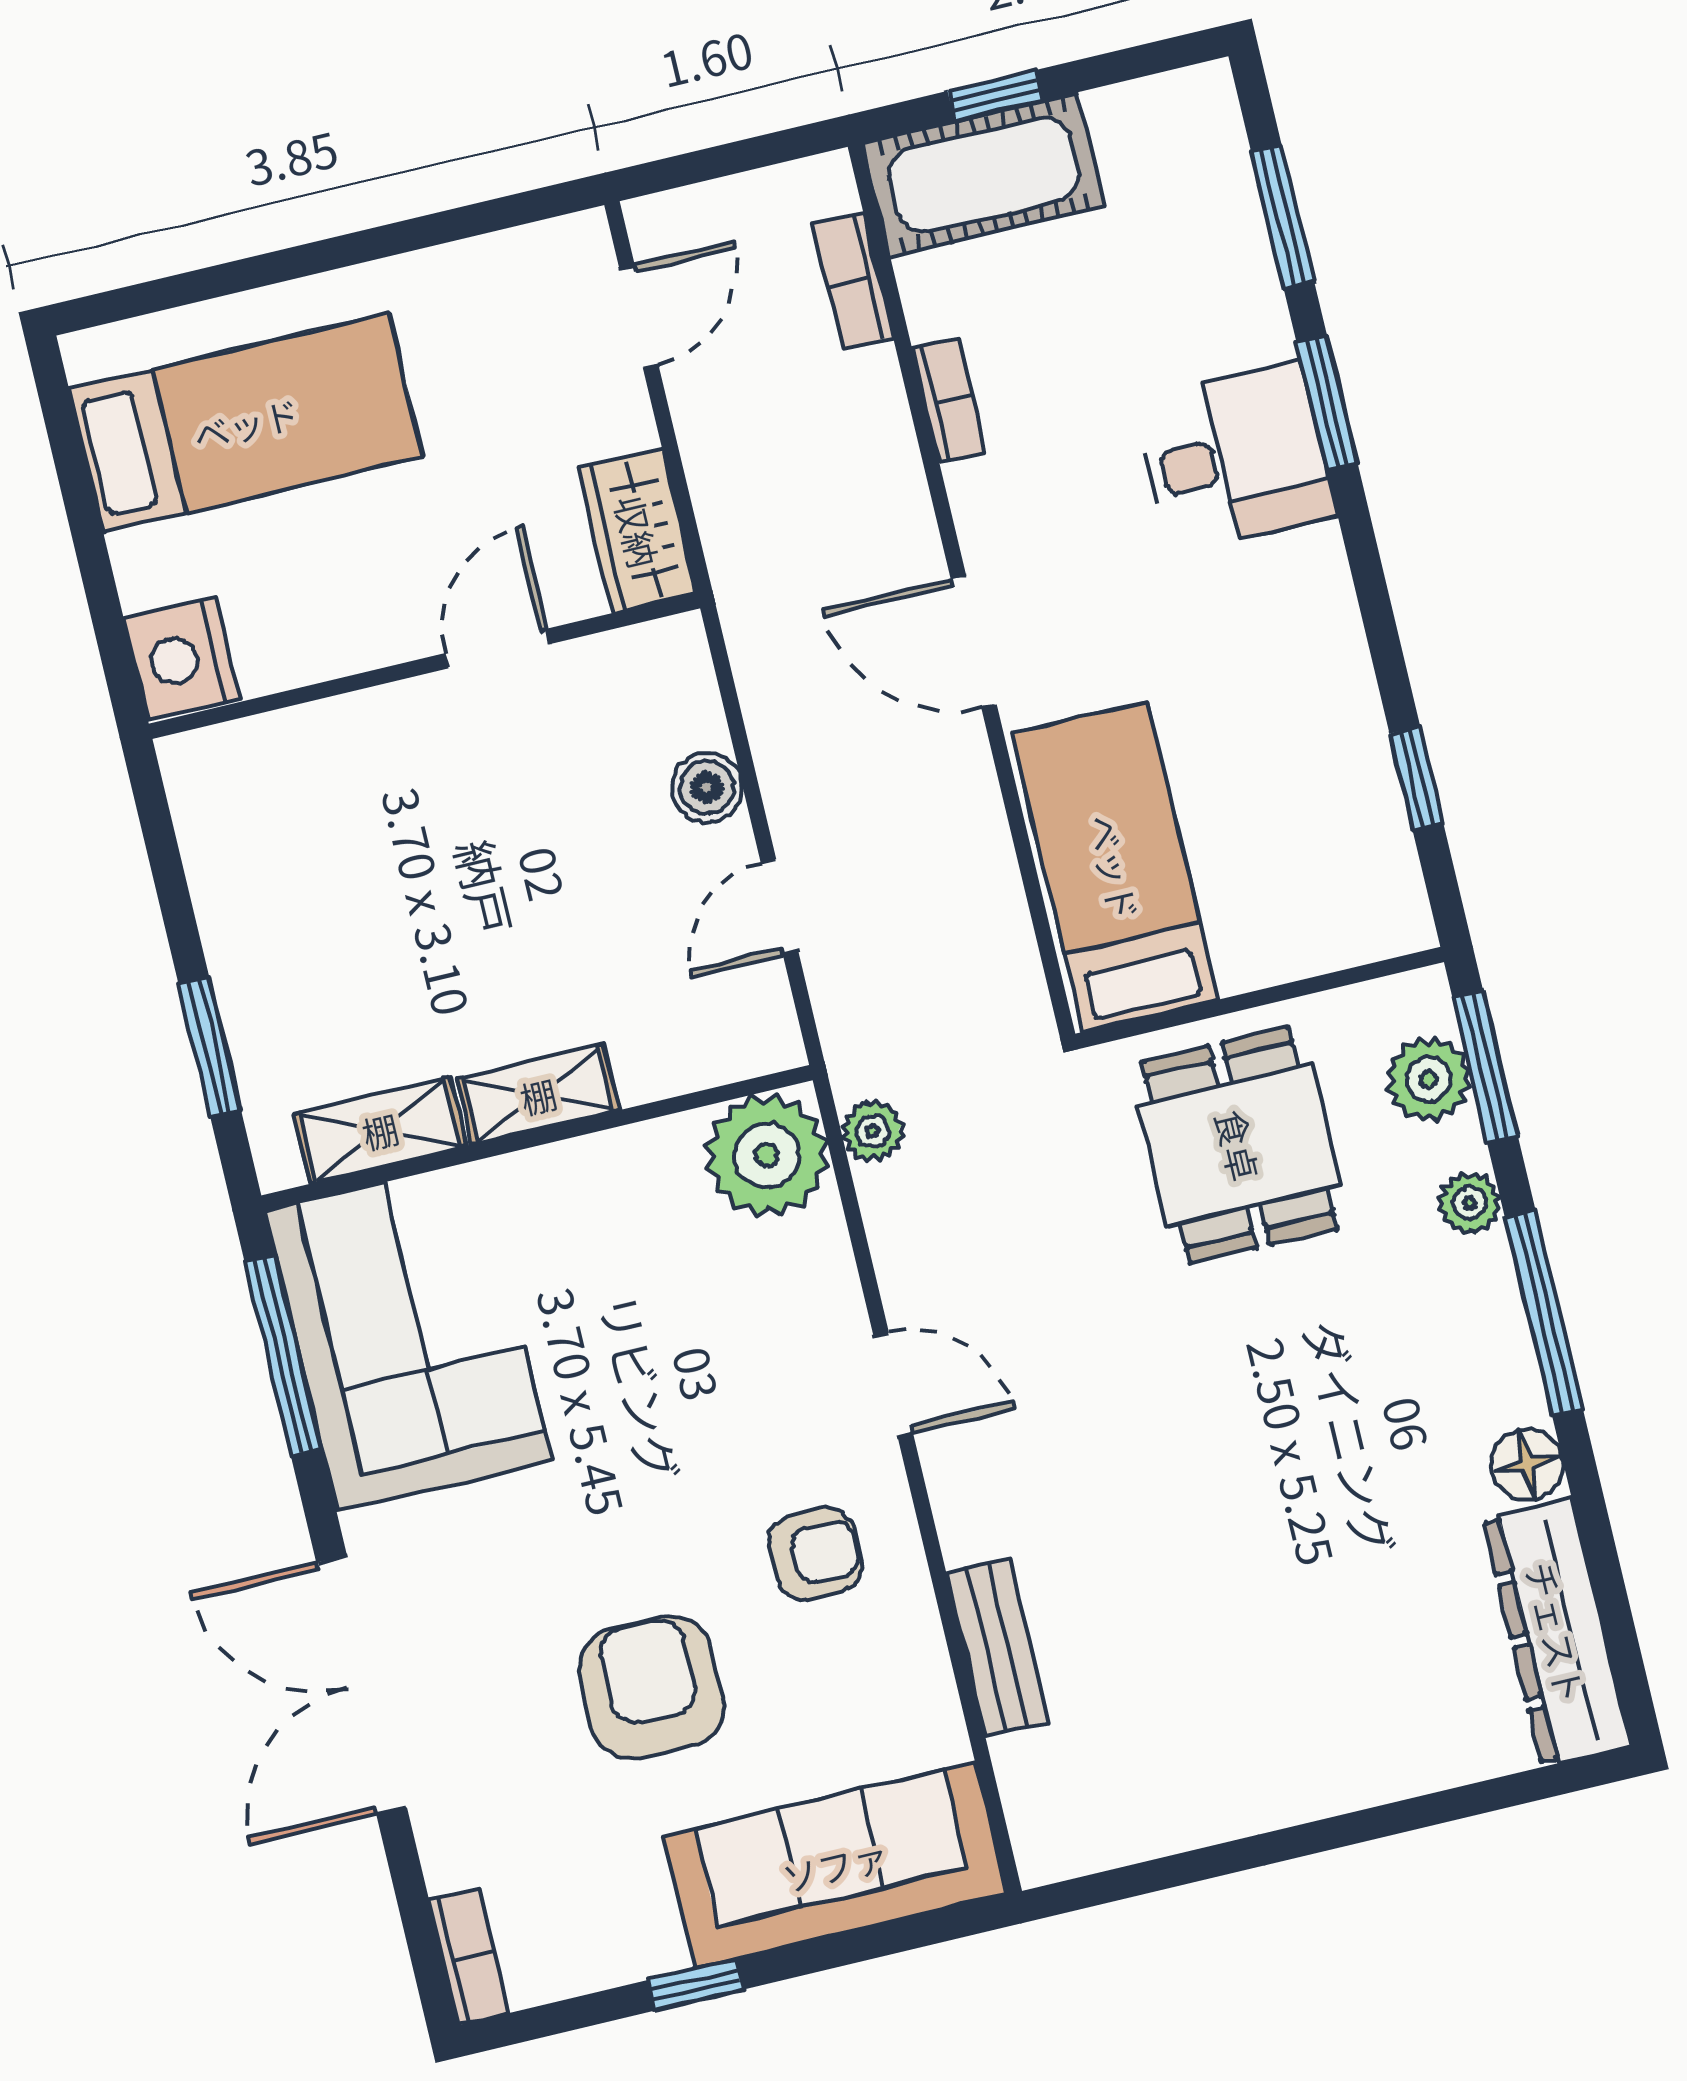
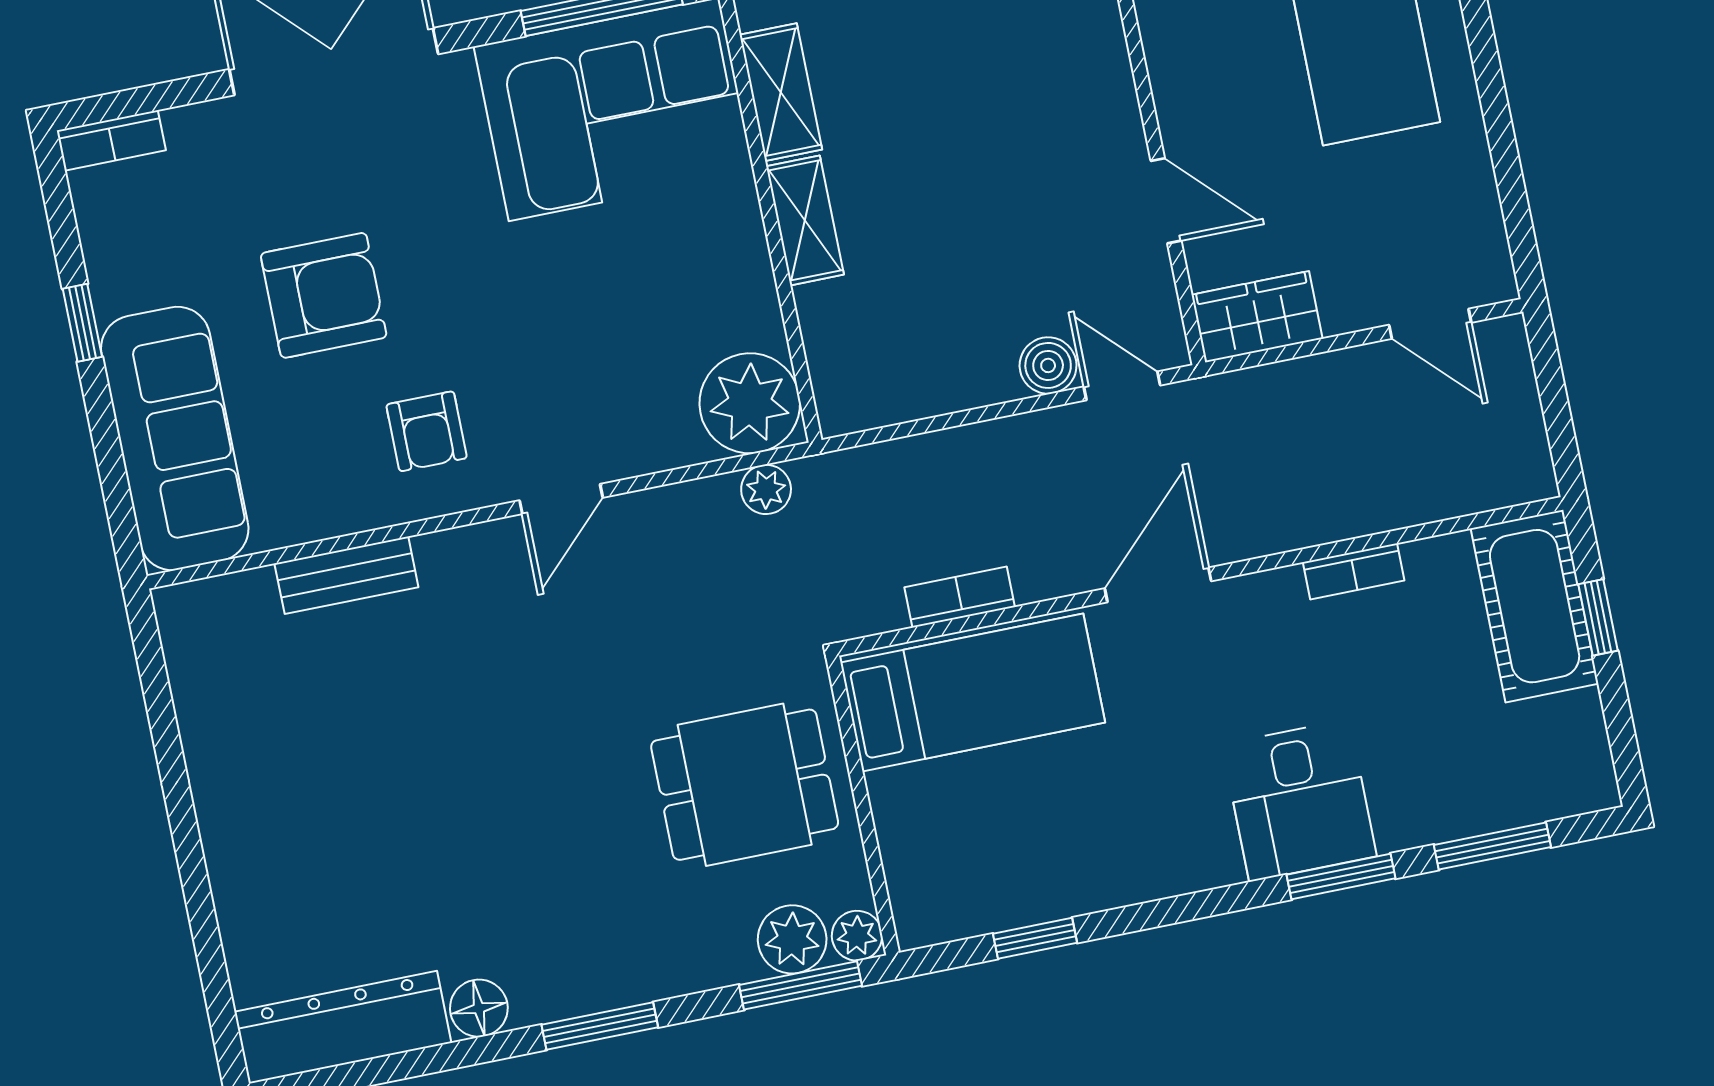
bookcase: (853, 281) -> (960, 597), moved
door: (780, 907) -> (1122, 386), moved
plant: (1470, 1203) -> (857, 936), moved
window: (1544, 1314) -> (600, 1026), width x0.69

